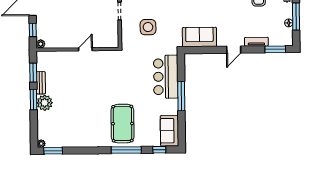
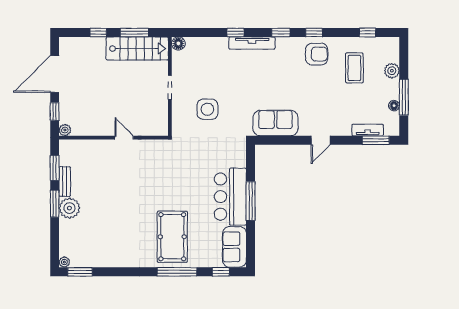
tv unit: (256, 42) -> (368, 130), moved
door: (85, 49) -> (124, 138), hinge flipped
bar counter: (166, 77) -> (230, 197), moved

